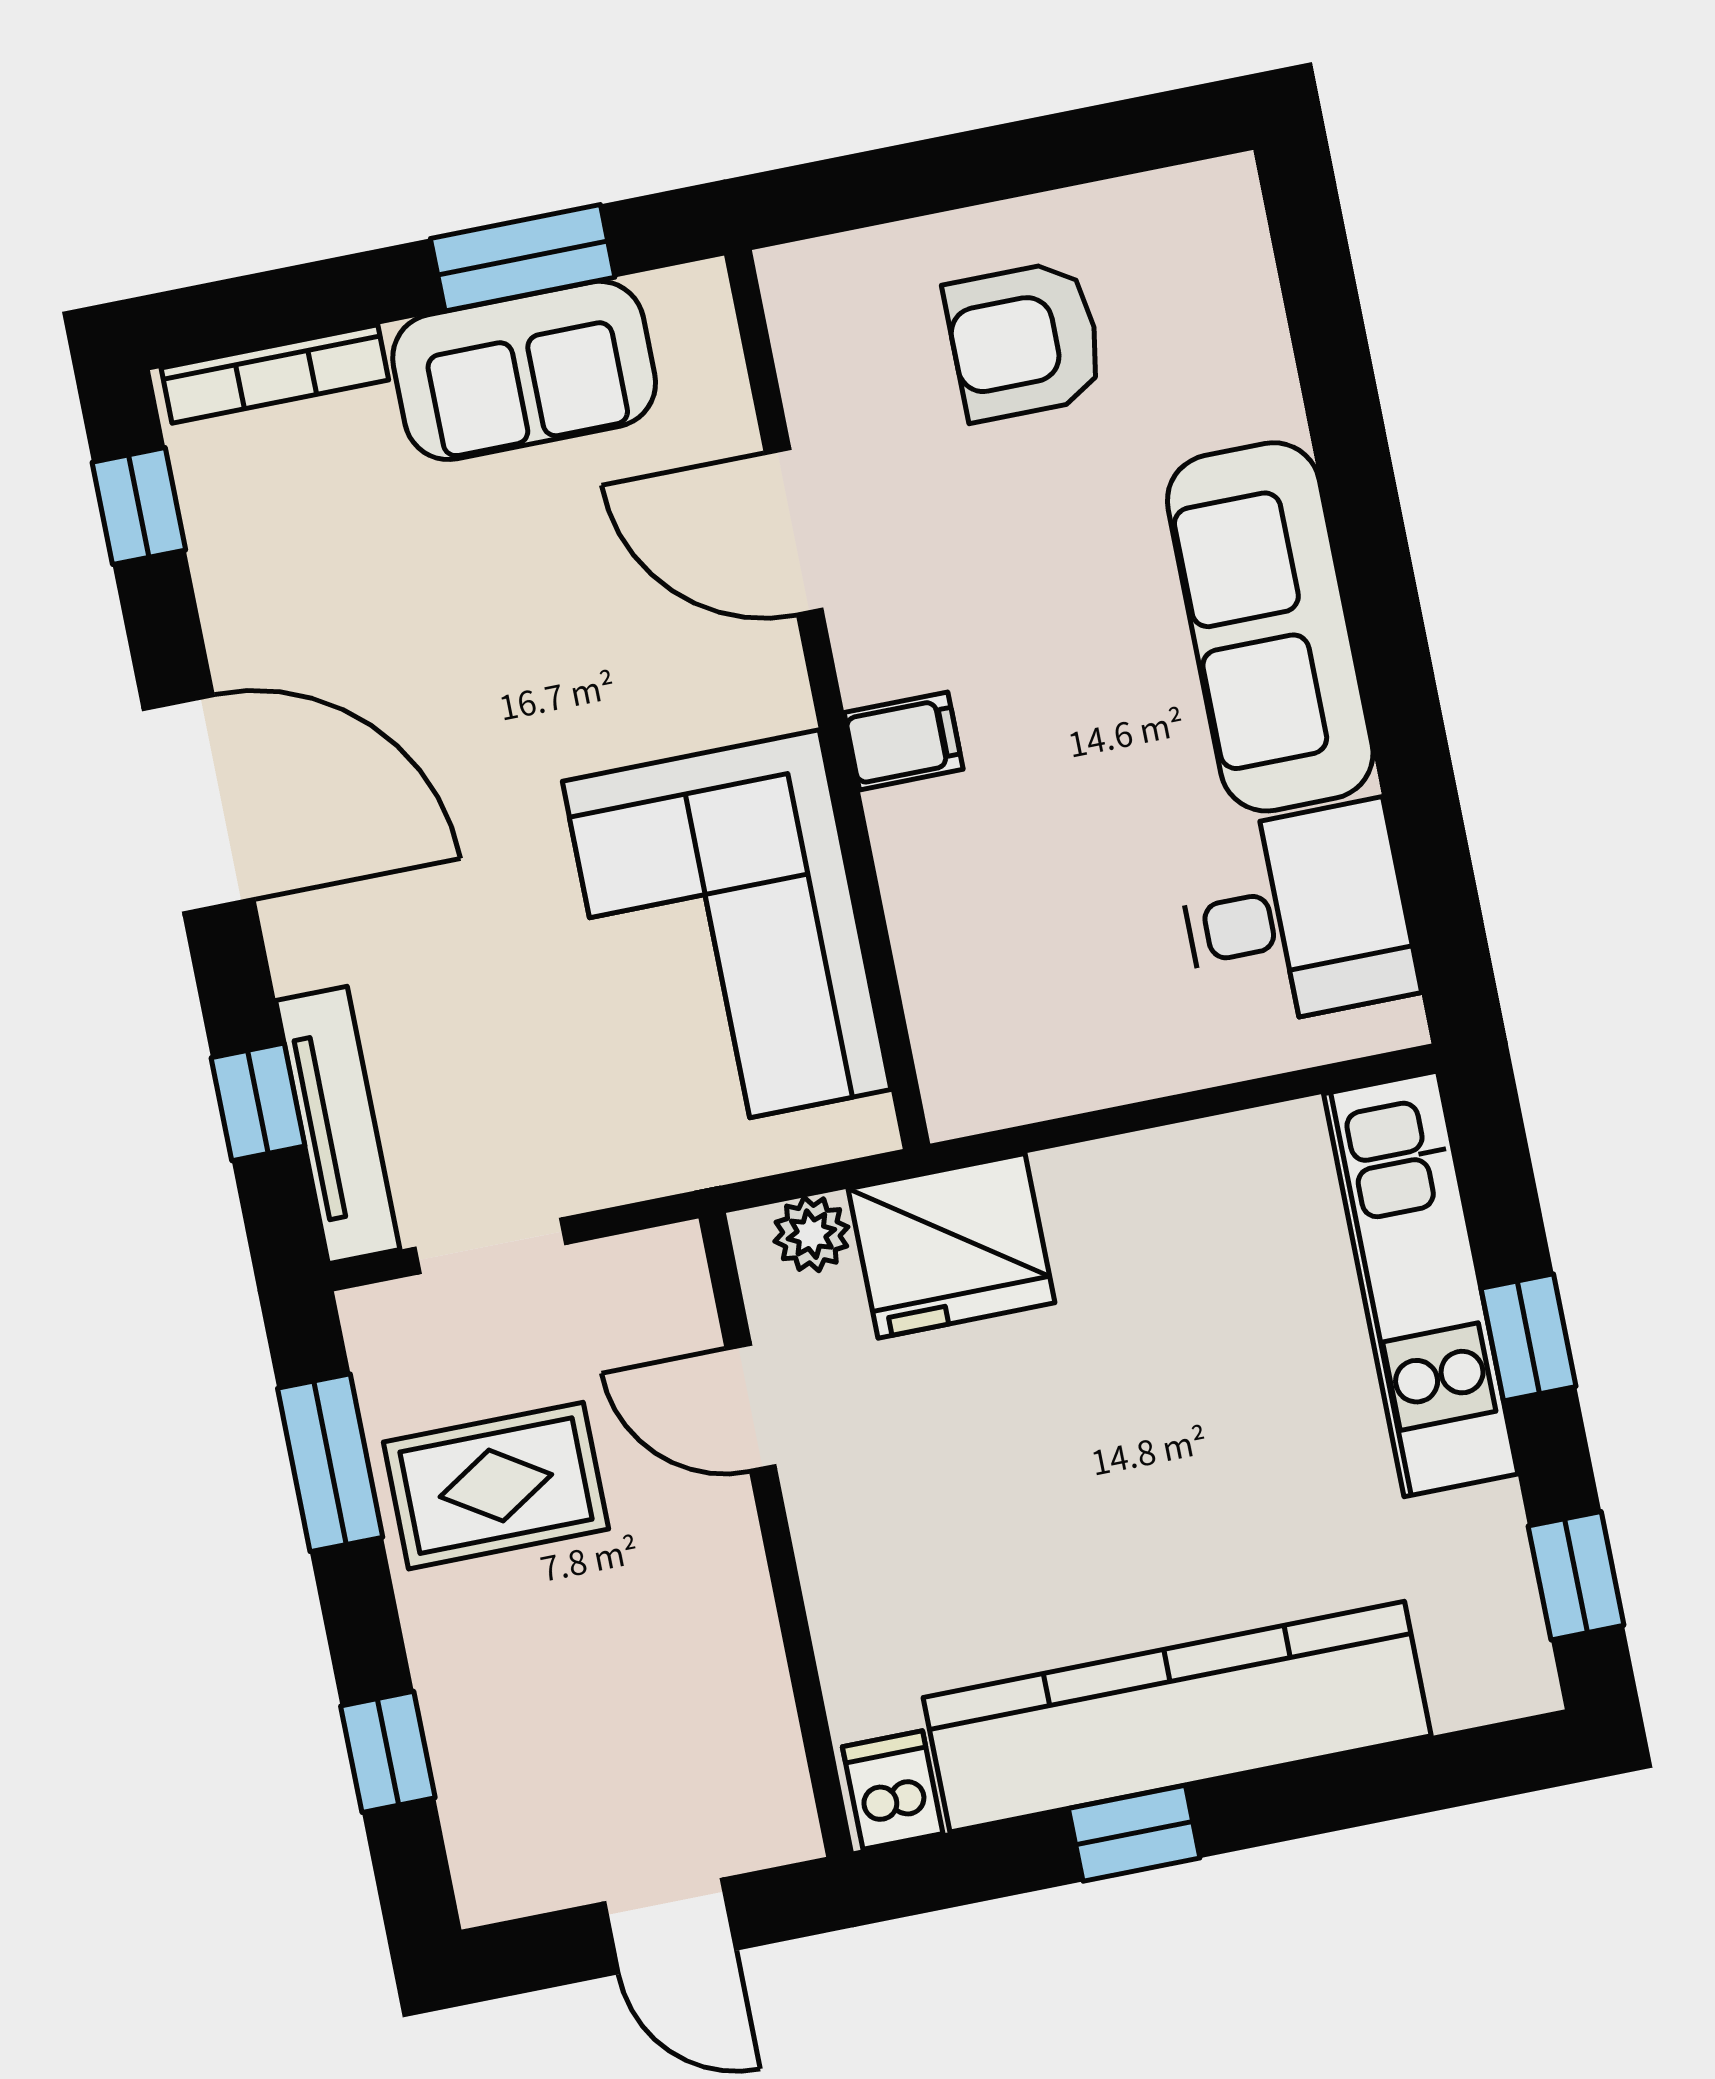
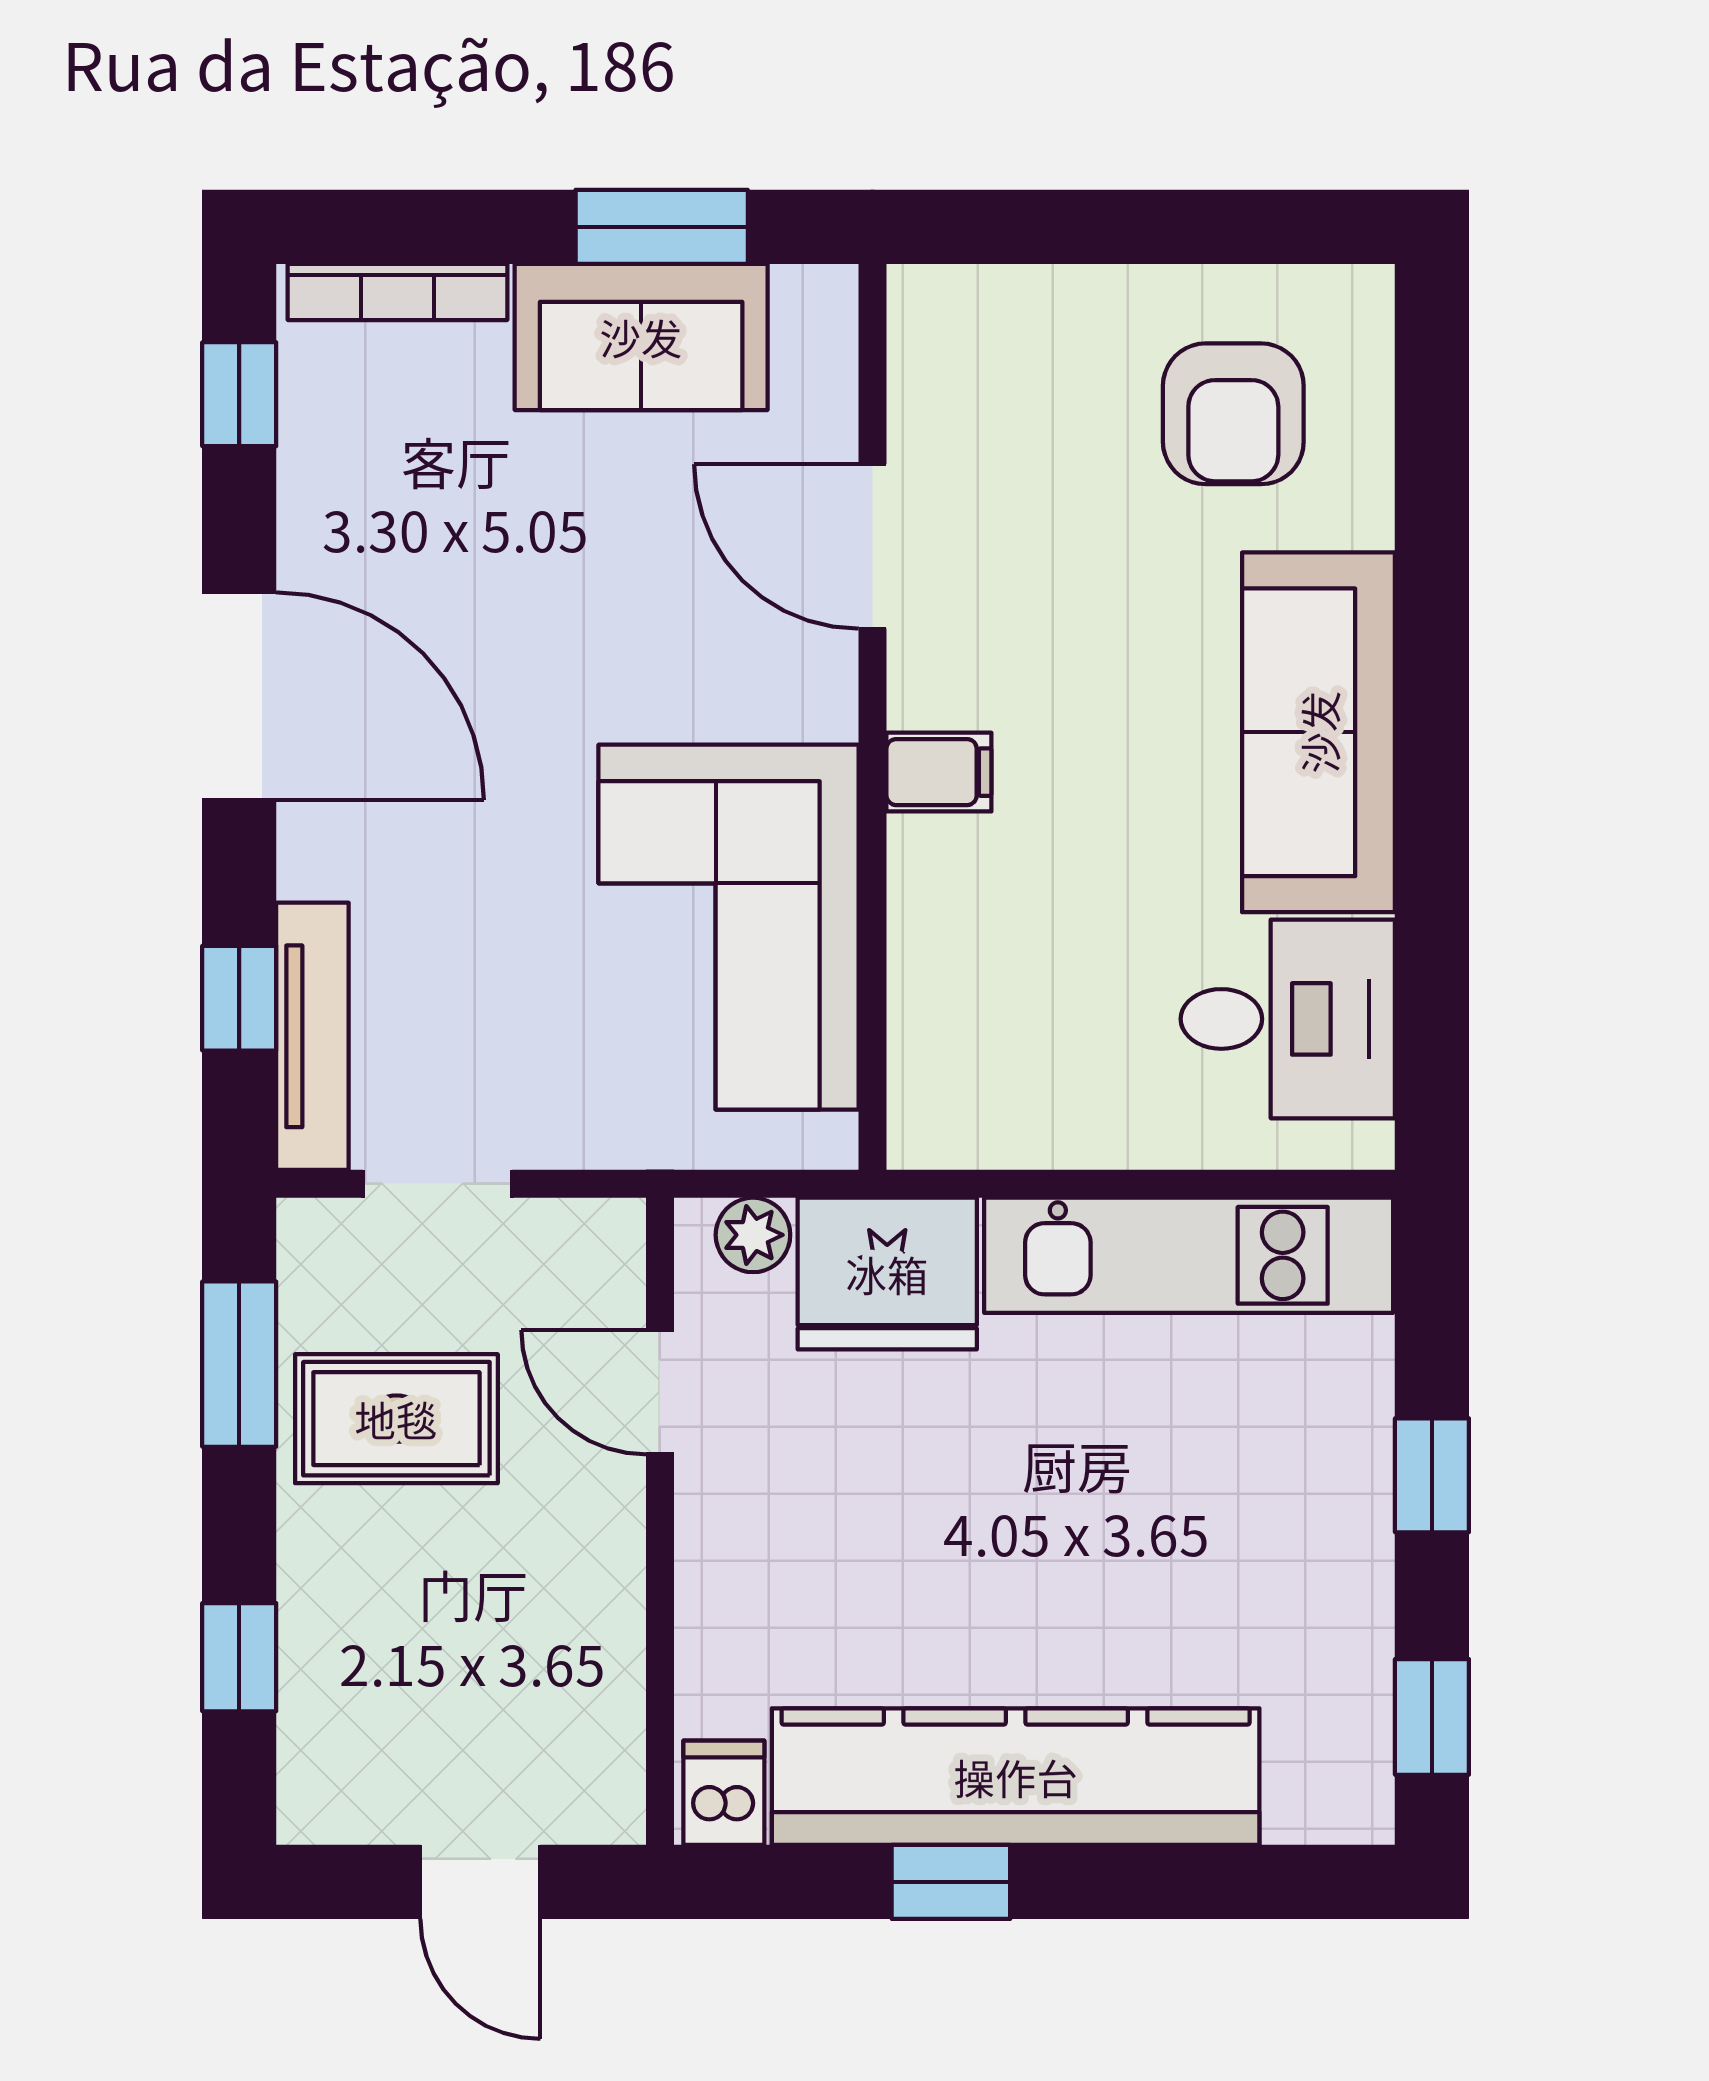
armchair: (1025, 341) -> (1233, 414), moved, turned -90
kitchen unit: (1421, 1284) -> (1189, 1255), moved, turned -90

